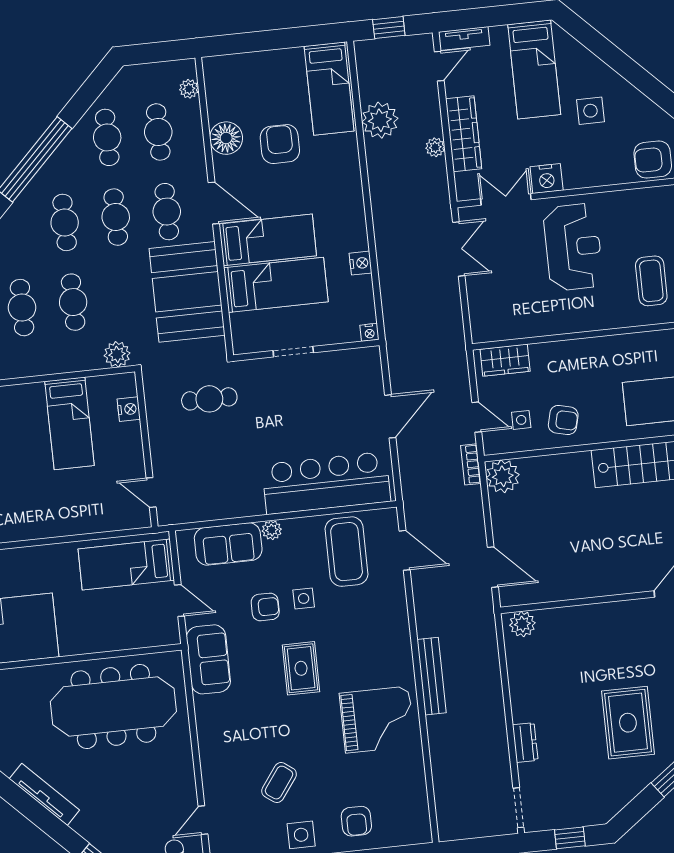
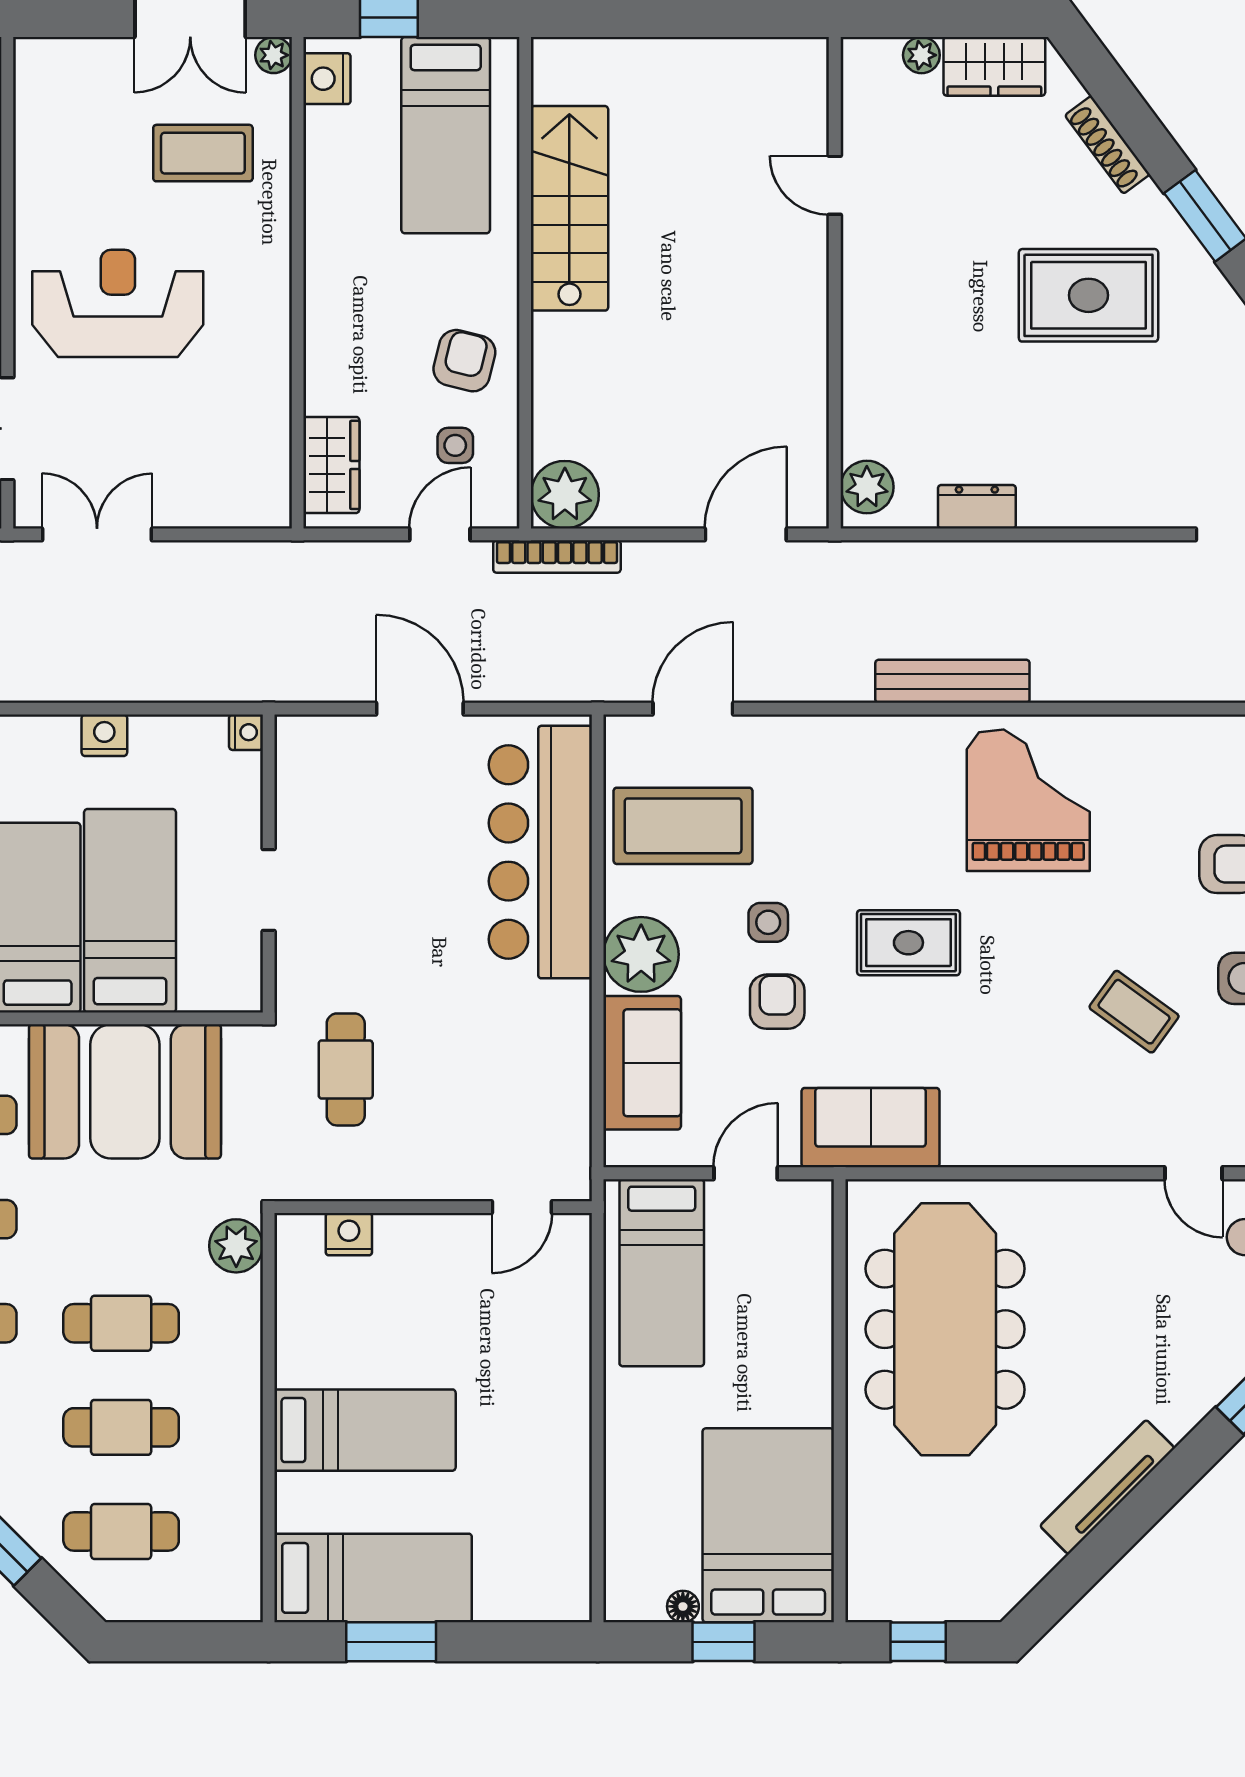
bed: (70, 423) -> (365, 1430), moved
bookcase: (471, 464) -> (557, 556), width x1.56
plant: (272, 530) -> (641, 954), width x1.87, depth x1.87
dresser: (525, 743) -> (977, 507), moved

